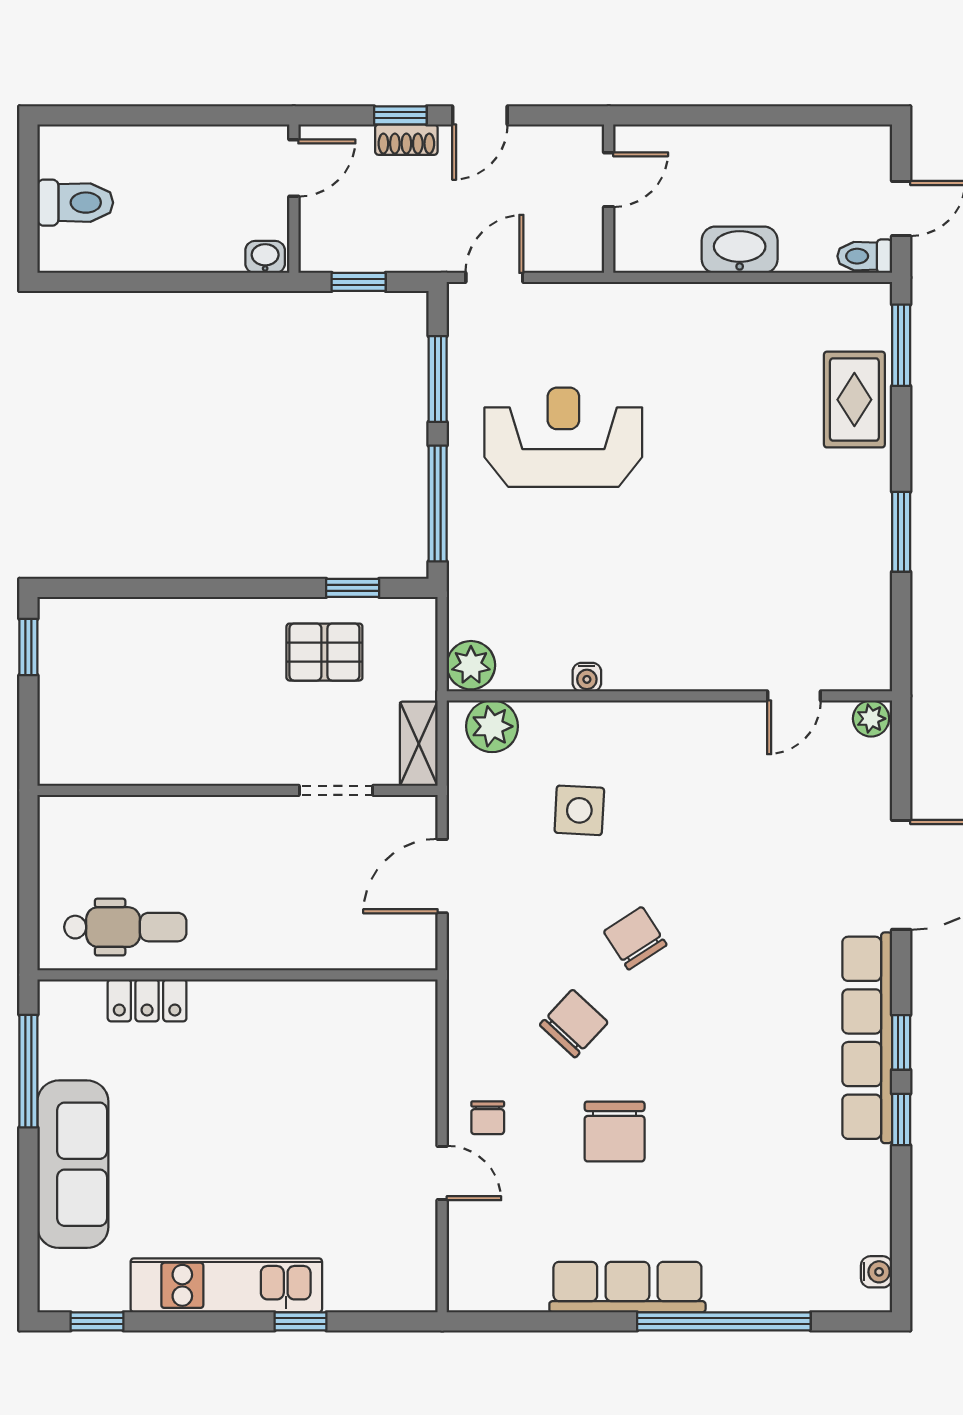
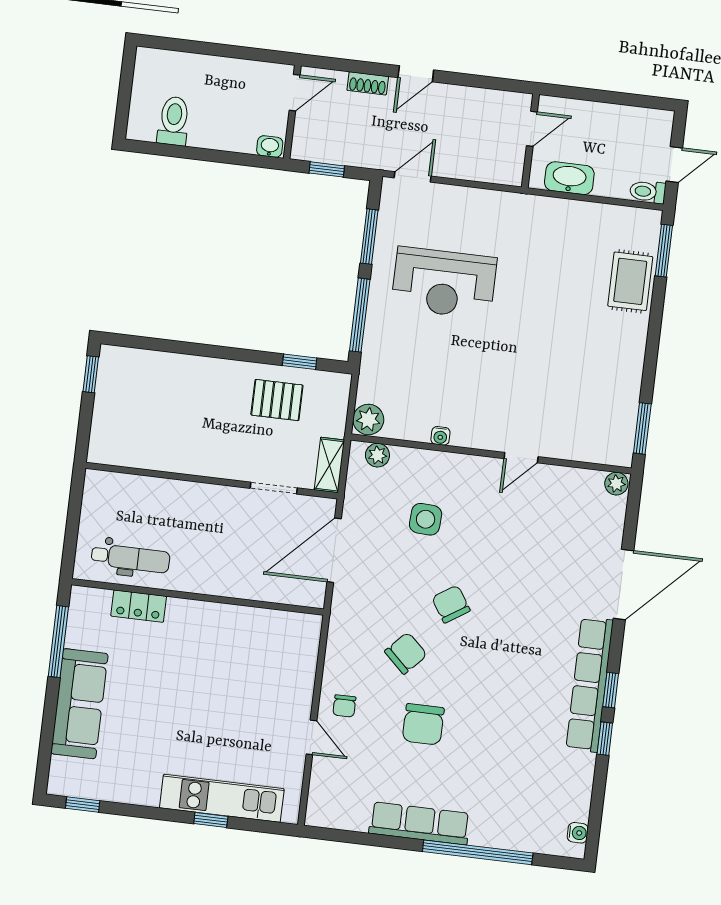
window: (400, 115) -> (366, 68), removed
door: (609, 180) -> (532, 129), moved
wall: (609, 199) -> (530, 141), moved
toilet: (75, 203) -> (174, 121), moved, turned -90
reception desk: (563, 437) -> (444, 283), turned 180
window: (901, 532) -> (642, 428), moved
door: (794, 696) -> (521, 458), moved
plant: (492, 726) -> (377, 455), width x0.73, depth x0.73
door: (442, 876) -> (334, 550), width x1.36
kitchen unit: (226, 1285) -> (222, 798), moved

